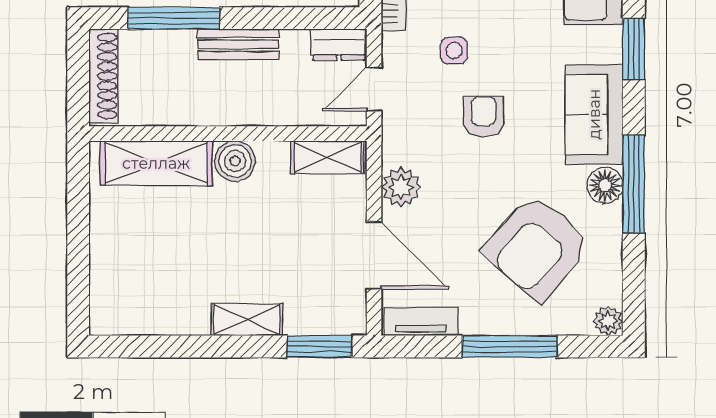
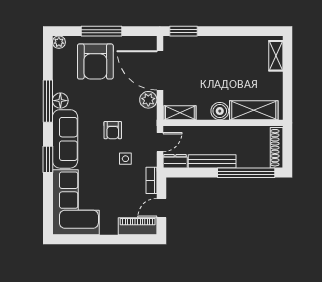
window: (174, 18) -> (246, 173), width x1.46
bench: (238, 44) -> (212, 161), width x1.36
sofa: (594, 114) -> (65, 139), width x1.36
armchair: (537, 247) -> (95, 61), moved, turned 139
door: (374, 256) -> (160, 70), width x1.36
shelving: (247, 320) -> (276, 56), moved, turned 90
tv unit: (421, 322) -> (140, 42), removed

